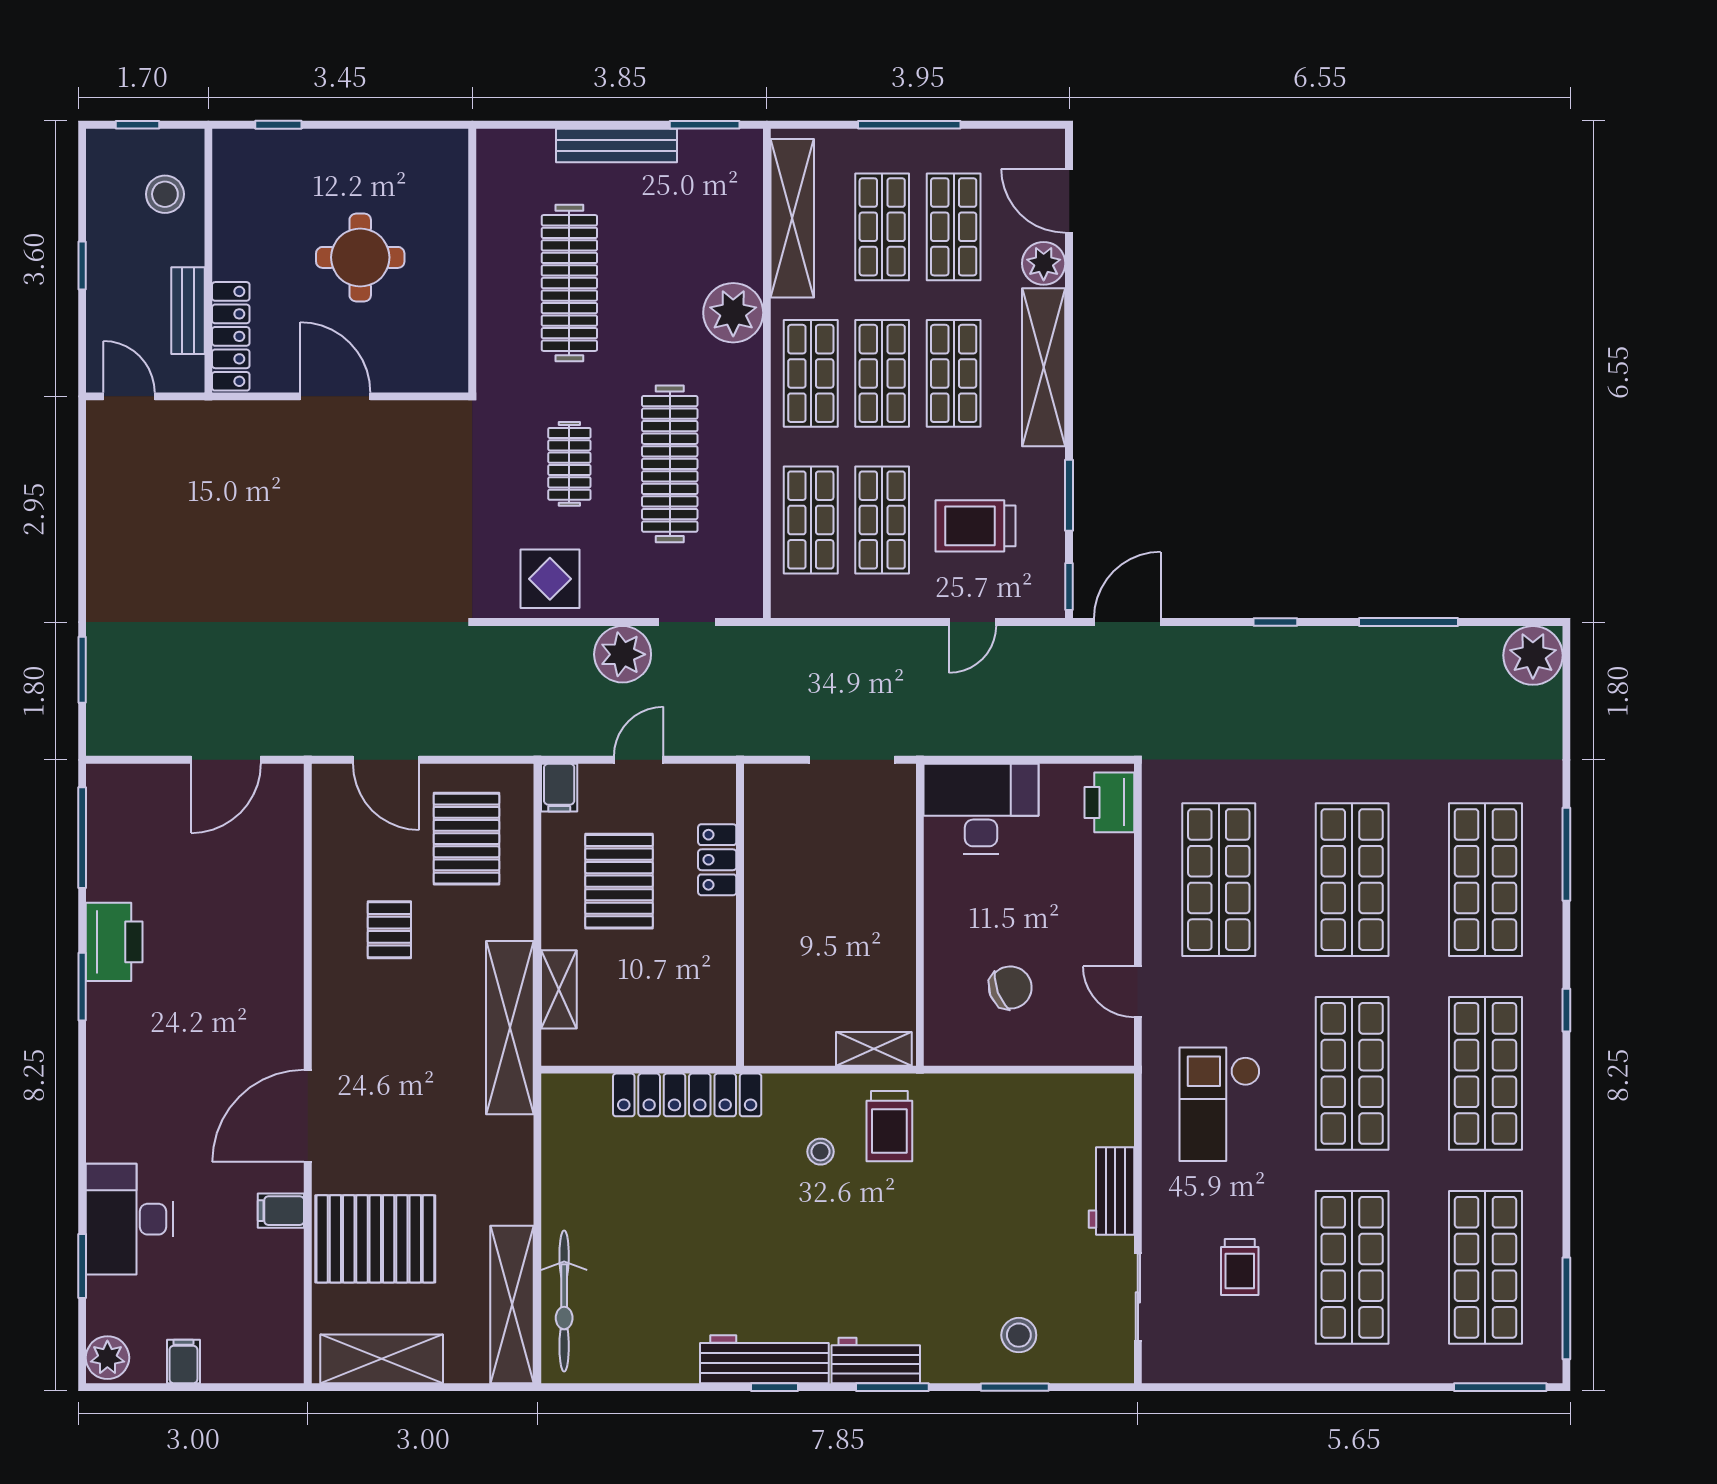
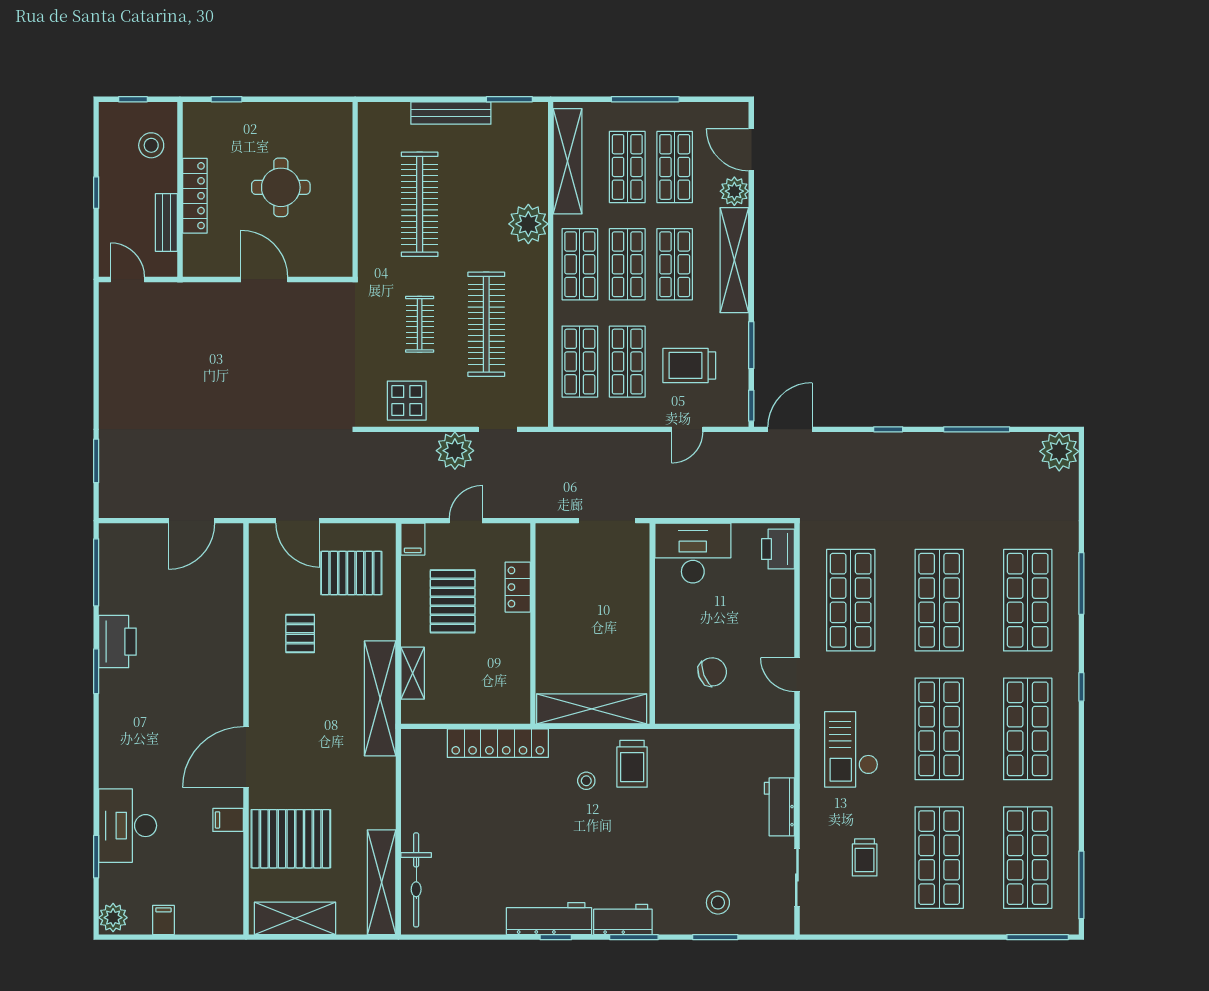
locker: (231, 336) -> (195, 196), moved
pallet: (466, 839) -> (351, 573), turned 90
shelving: (874, 1049) -> (592, 709), width x2.20, depth x1.33

